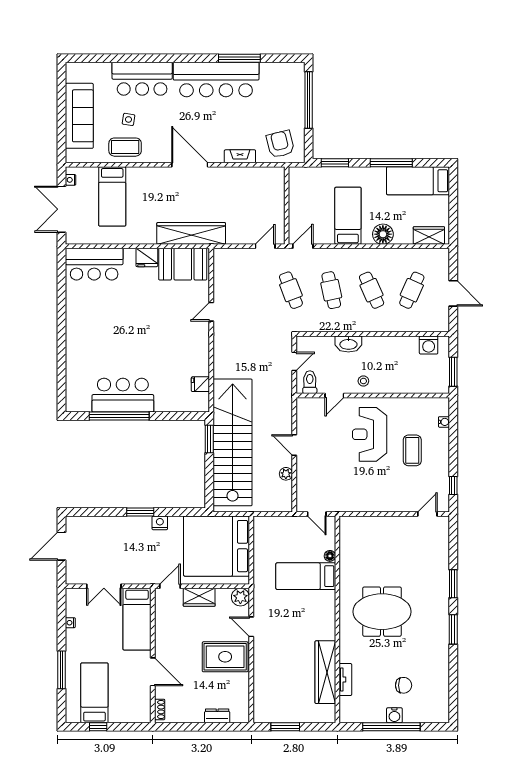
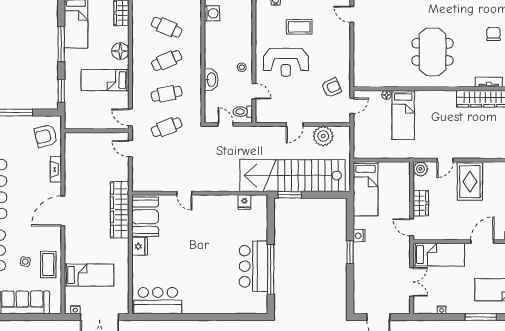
bar counter: (94, 264) -> (158, 301), moved, turned -90
plant: (286, 474) -> (323, 136), width x1.87, depth x1.87
armchair: (339, 489) -> (331, 88), added
bed: (217, 546) -> (366, 189), width x0.49

